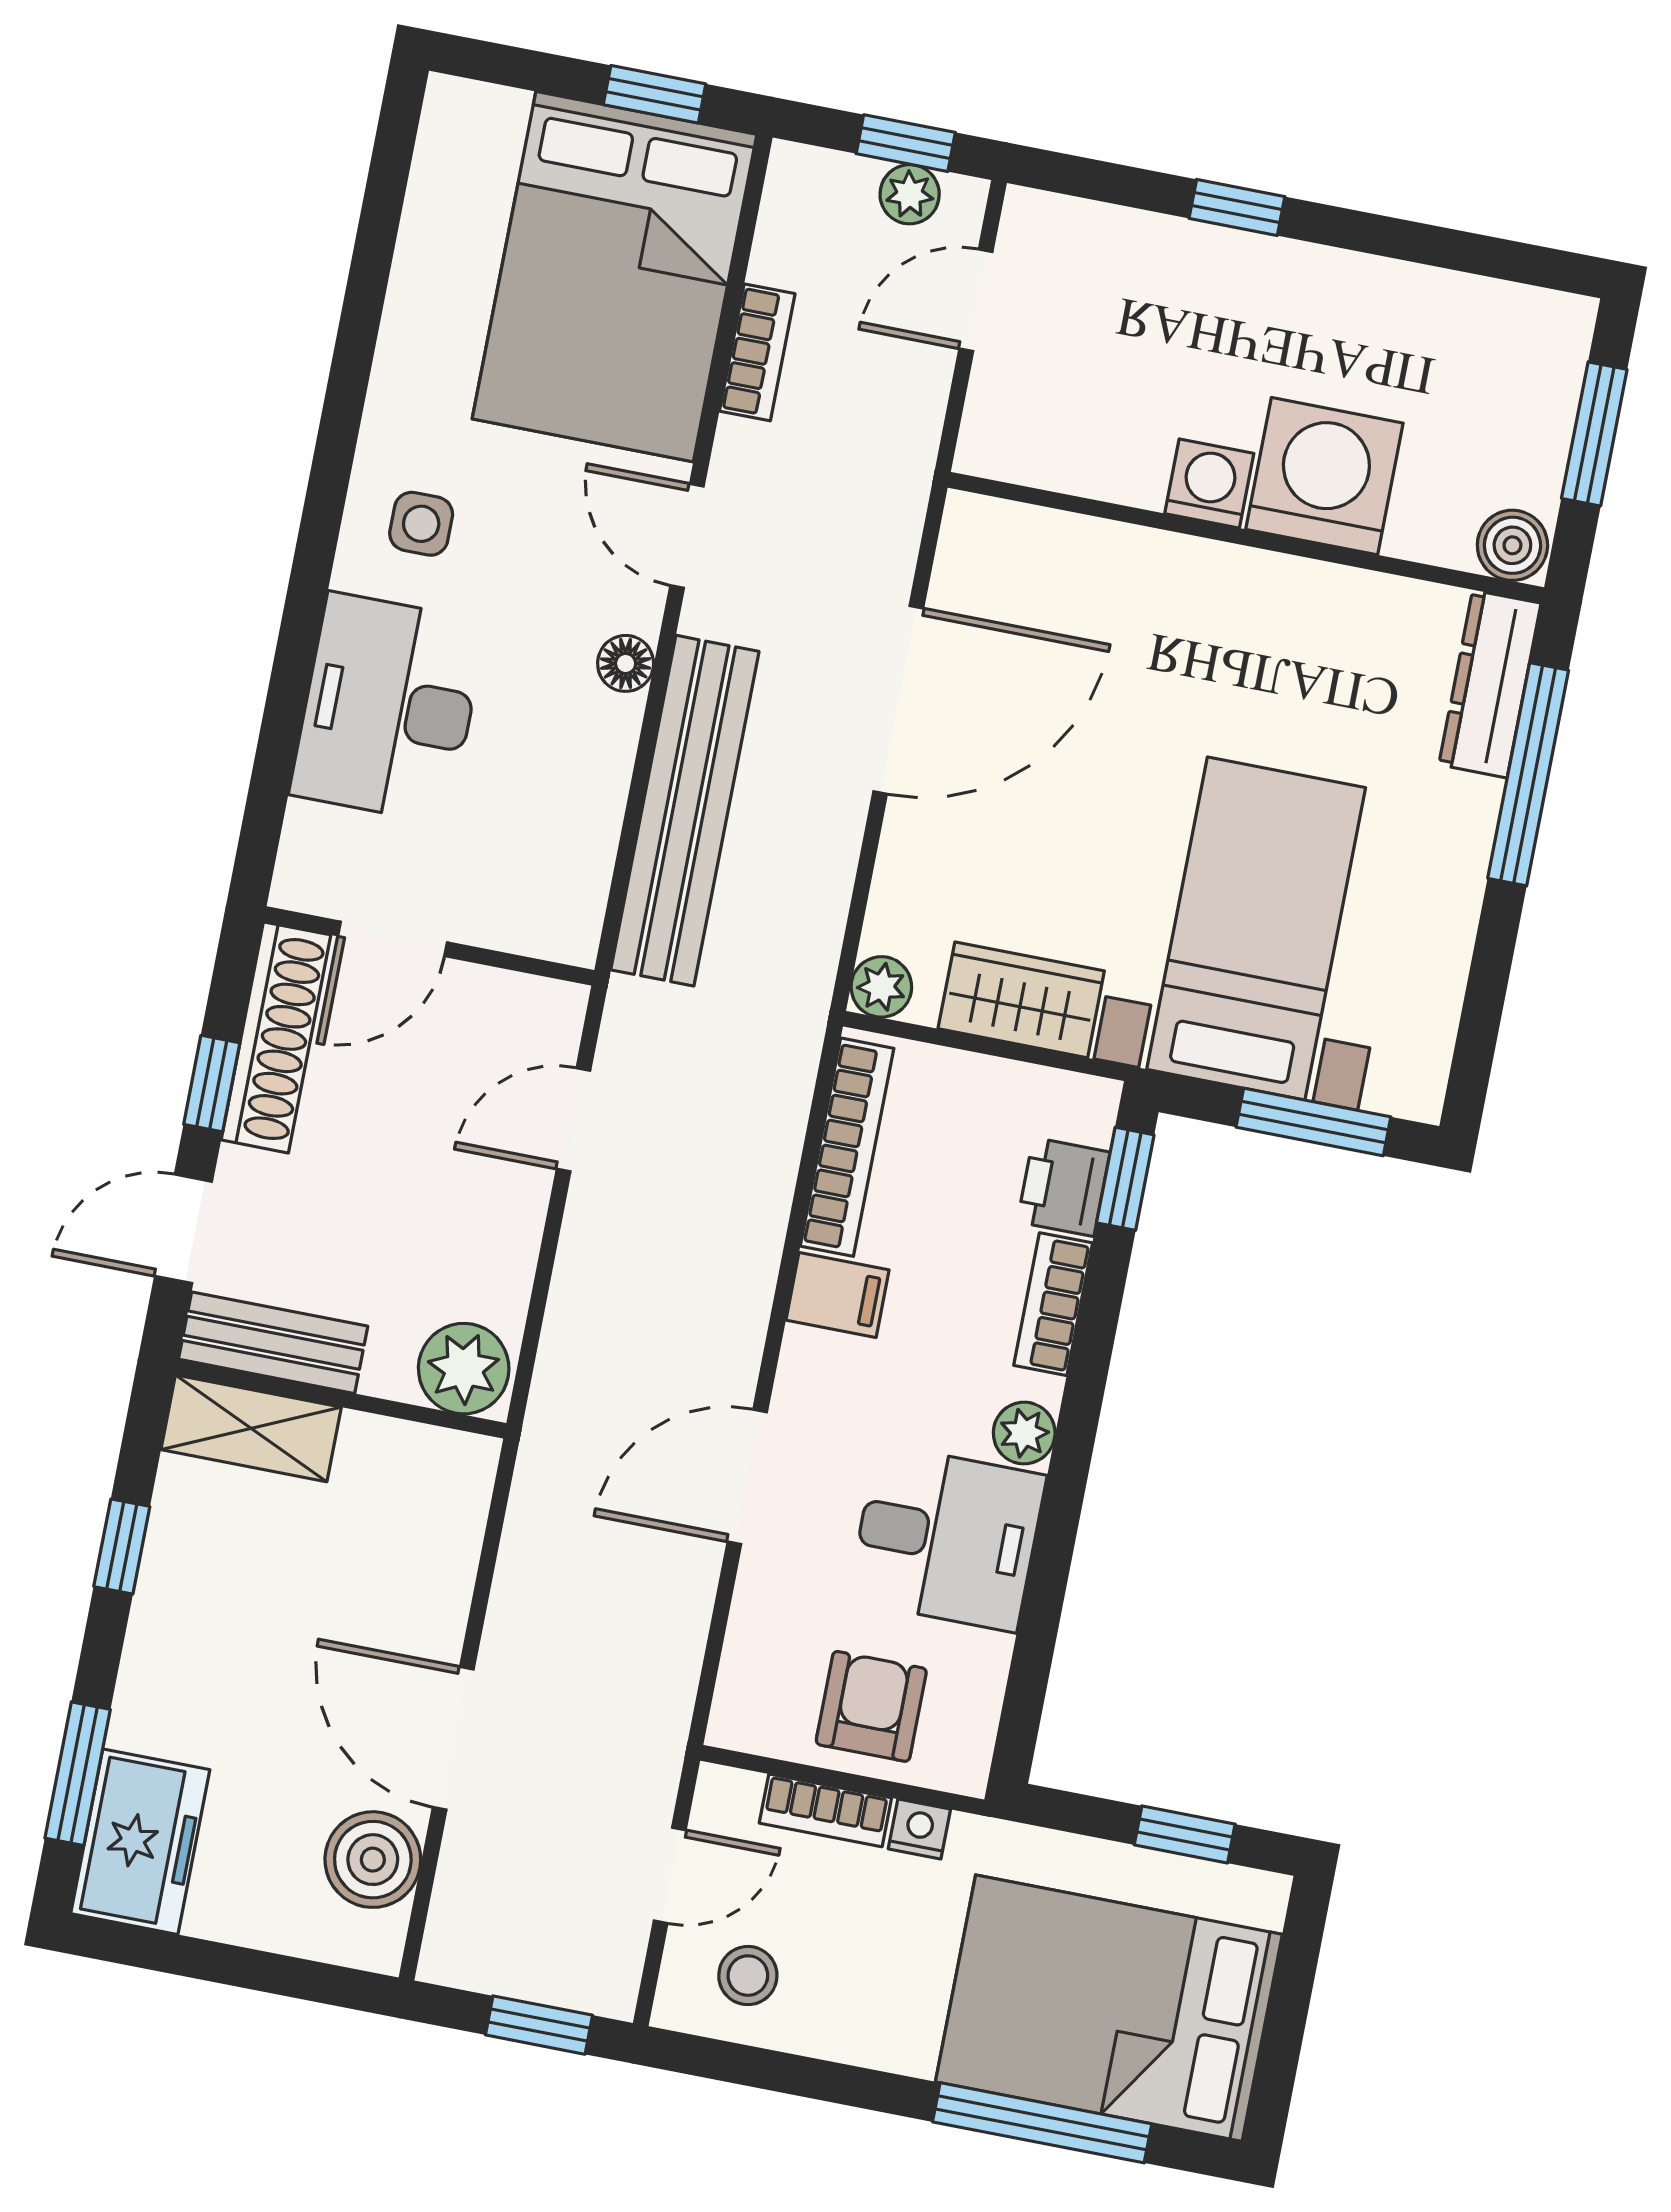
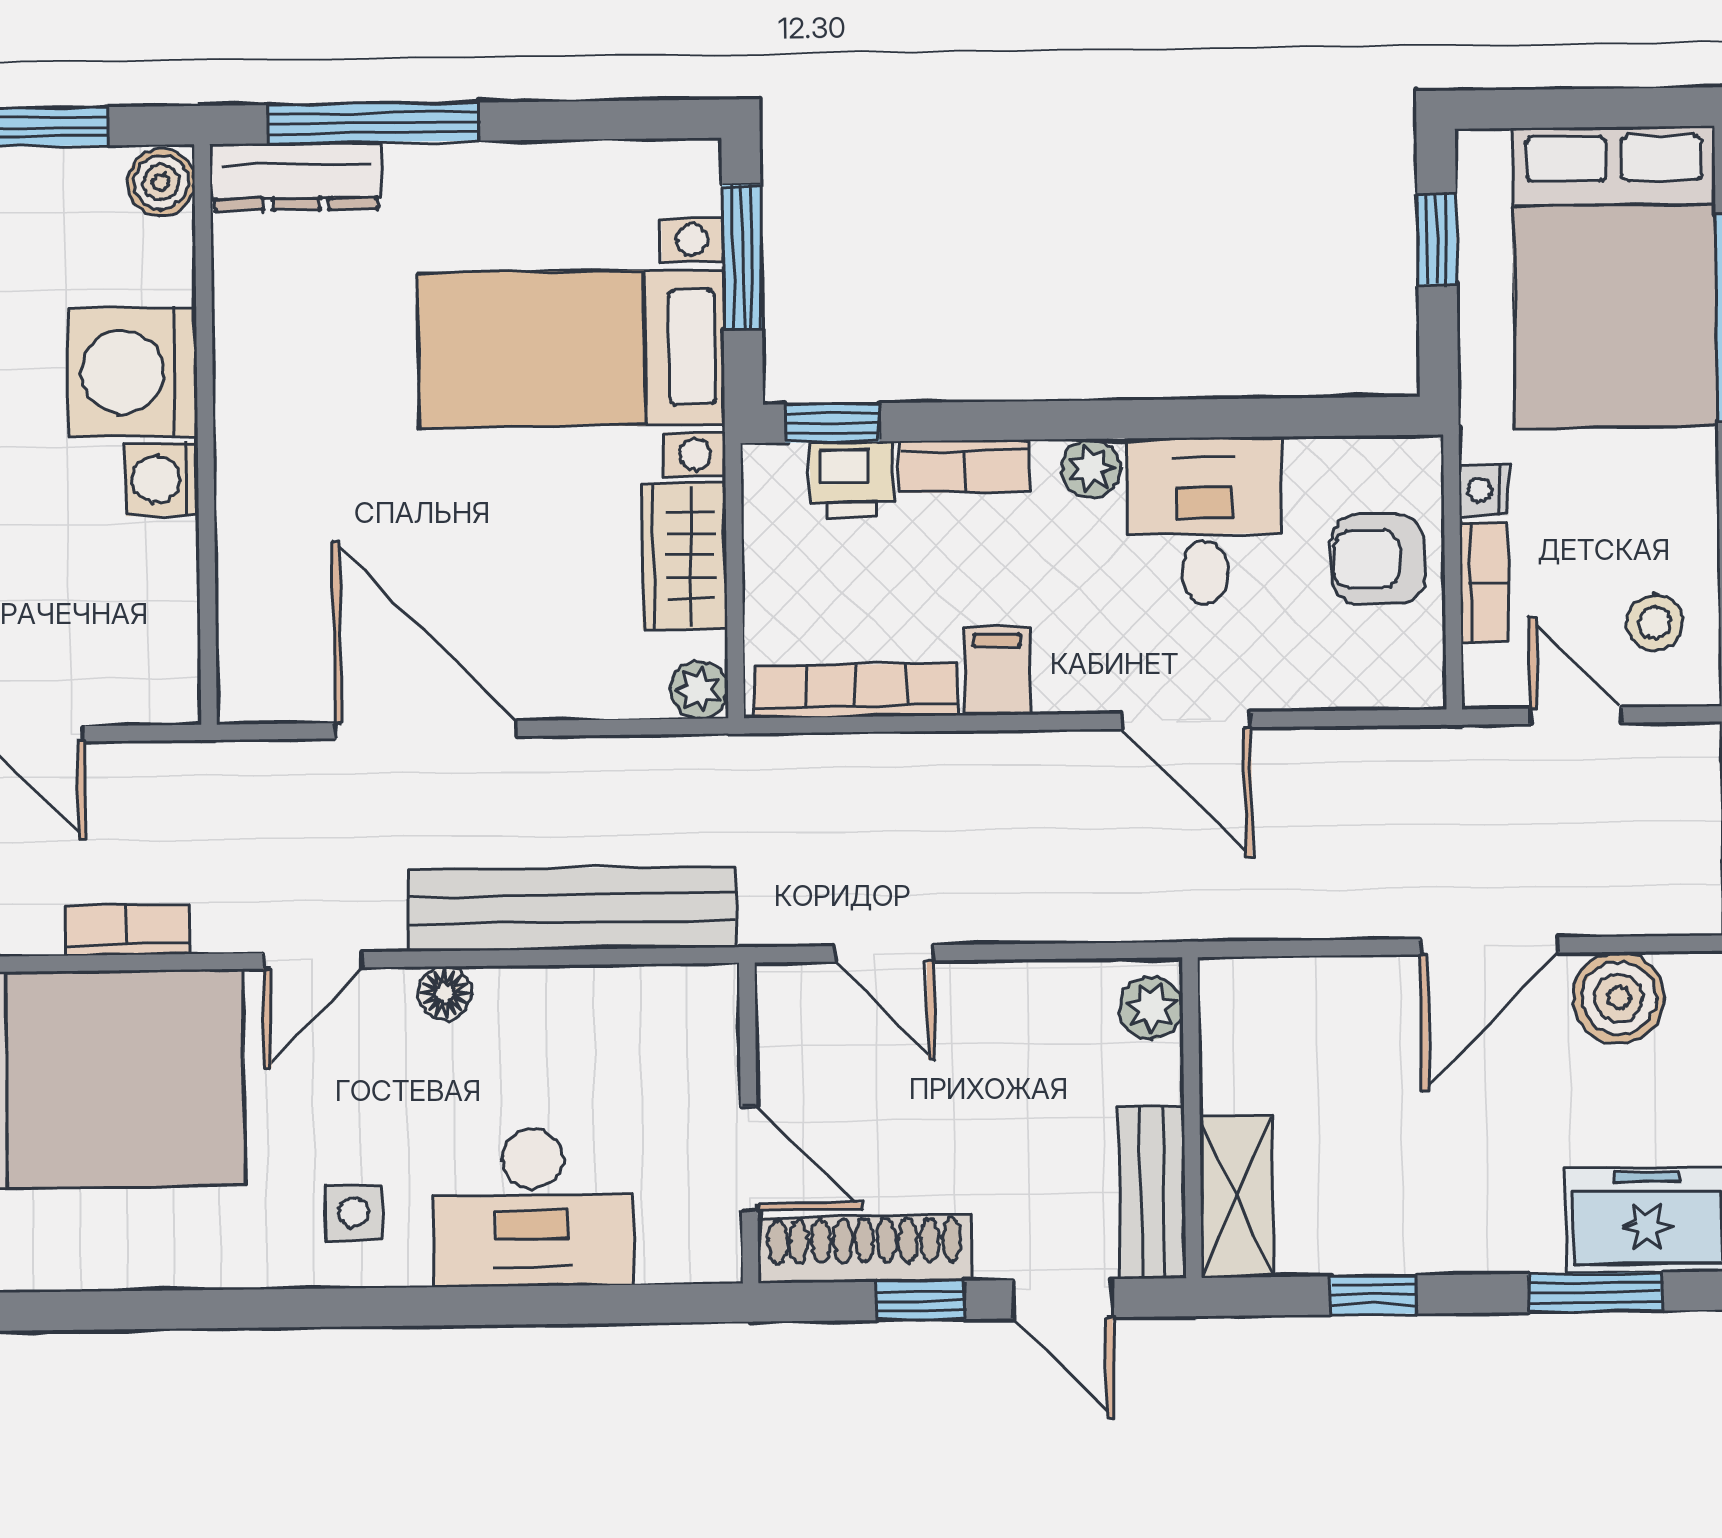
plant: (464, 1369) -> (1151, 1008), width x0.73, depth x0.73

